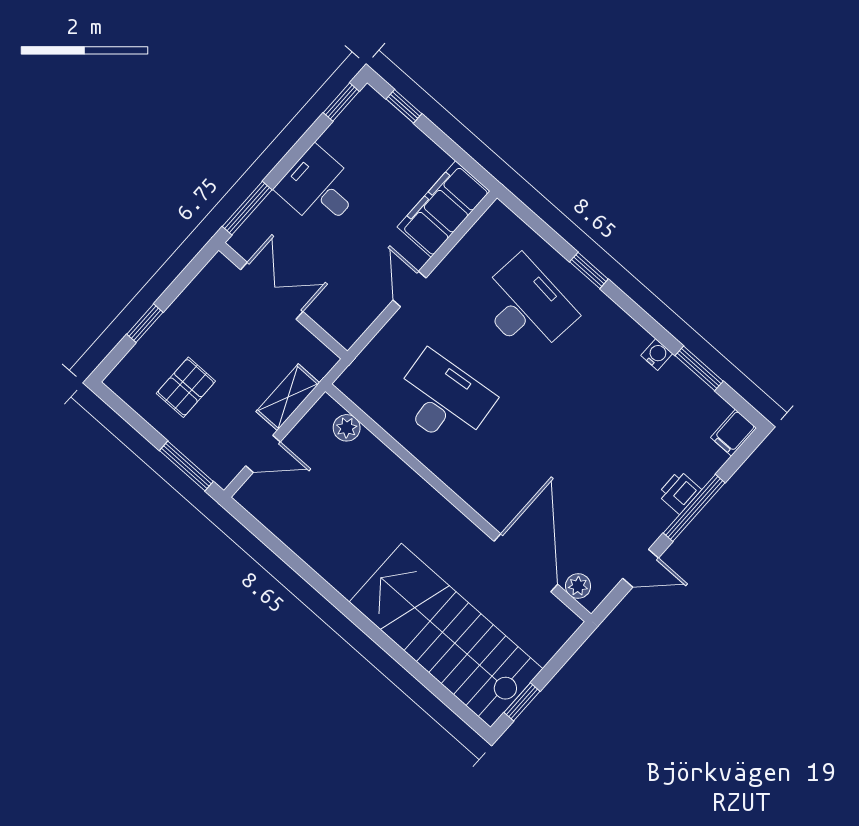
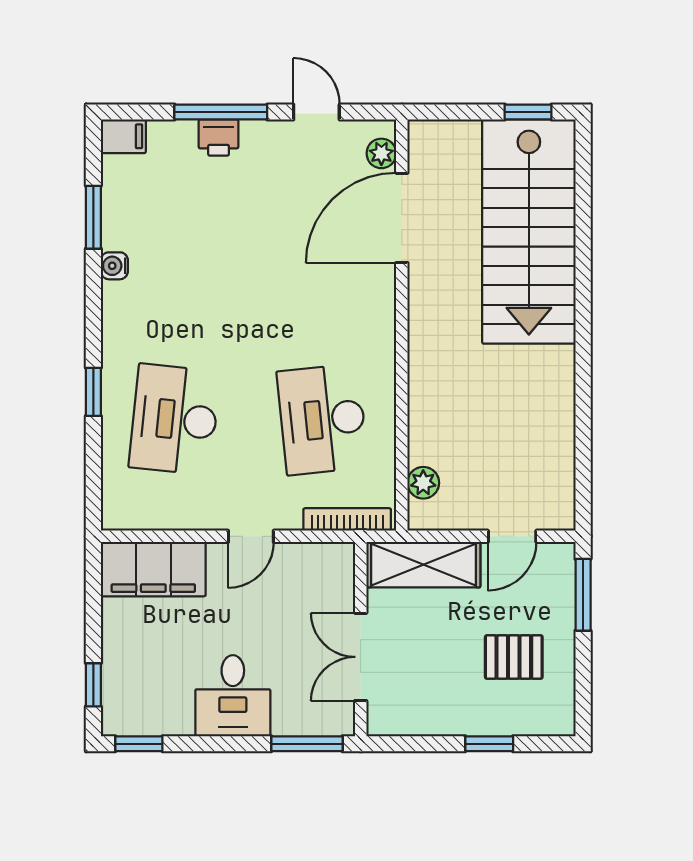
bookcase: (366, 359) -> (347, 519), added
shelving: (288, 397) -> (423, 565), width x1.50, depth x1.33
door: (263, 454) -> (512, 536), swing flipped

